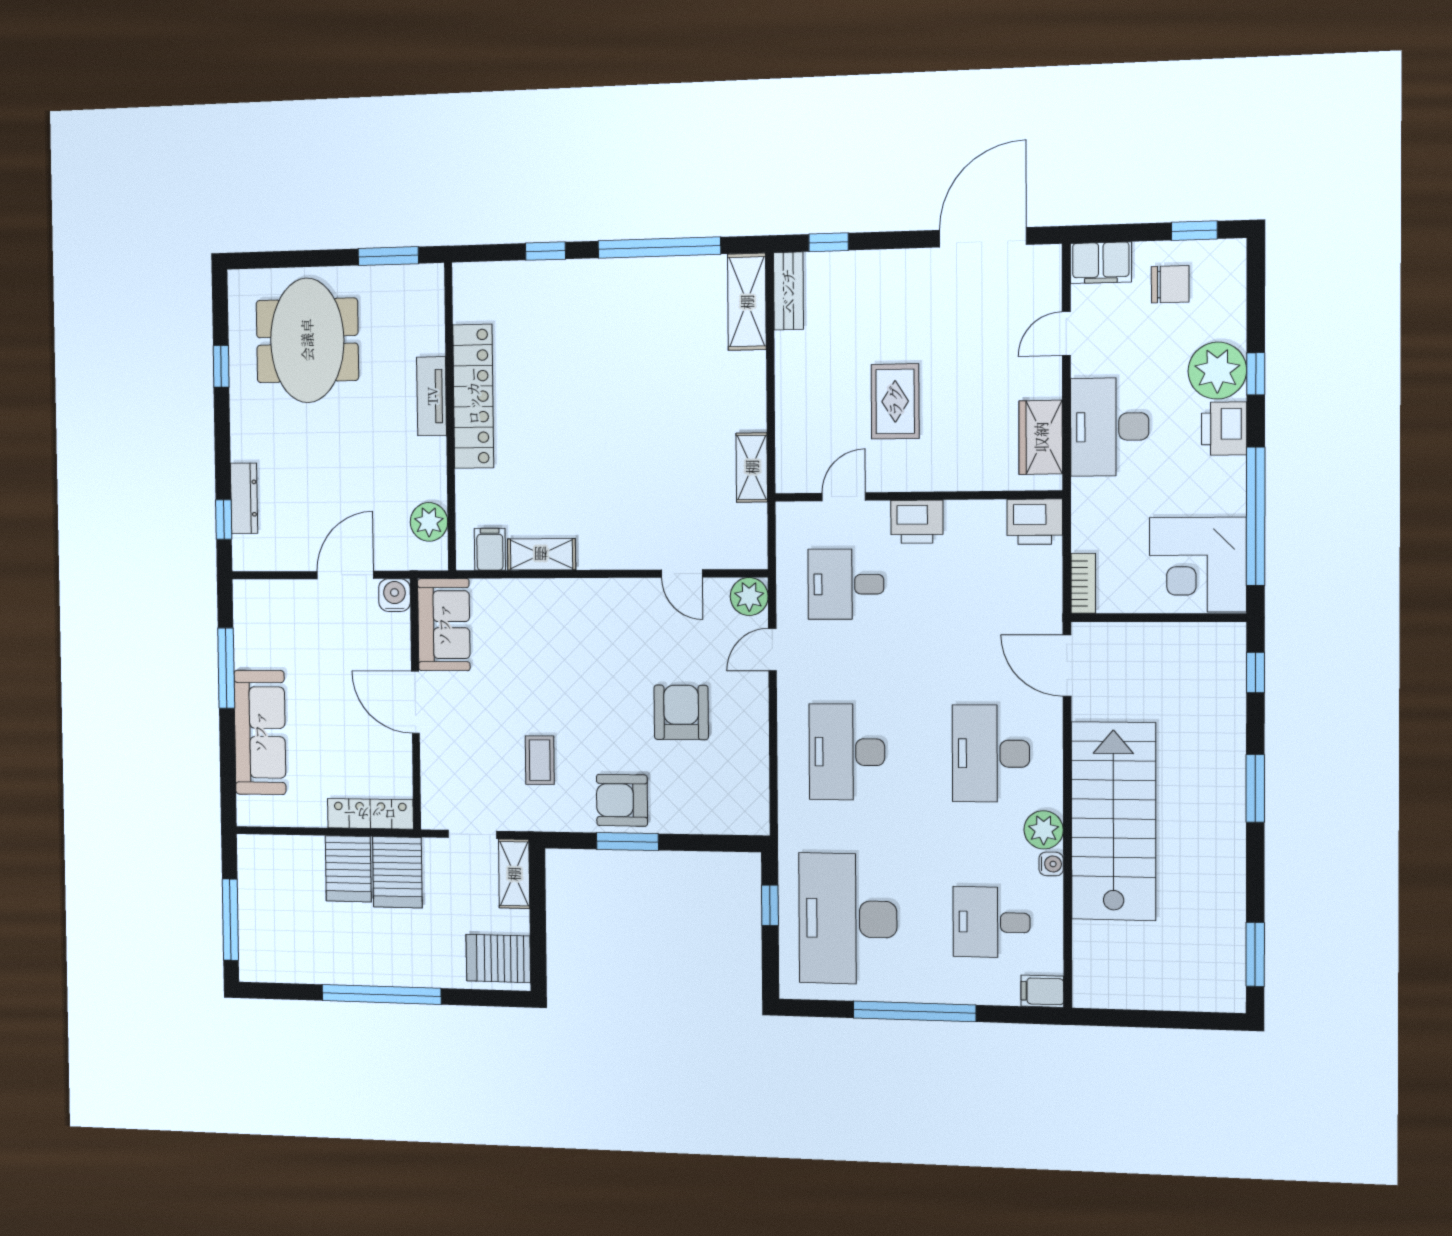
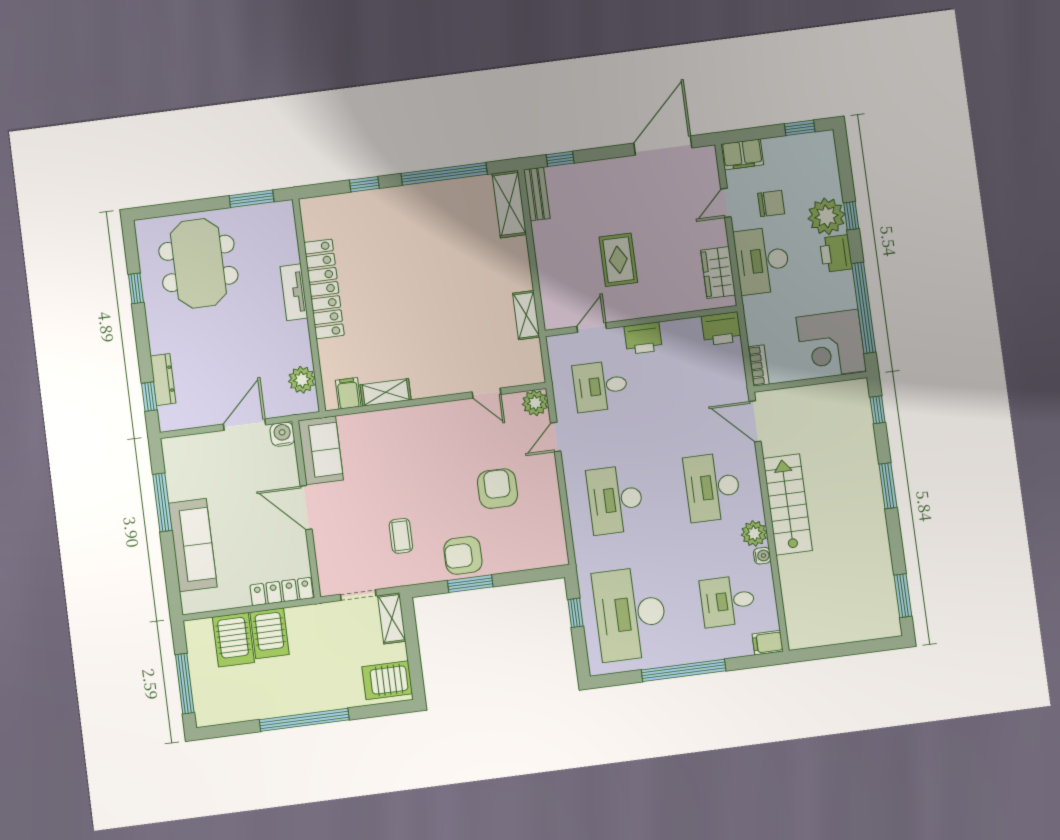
chair: (1170, 284) -> (771, 203), moved
stairs: (1113, 821) -> (788, 504), width x0.73, depth x0.66
server rack: (397, 872) -> (233, 640), moved

